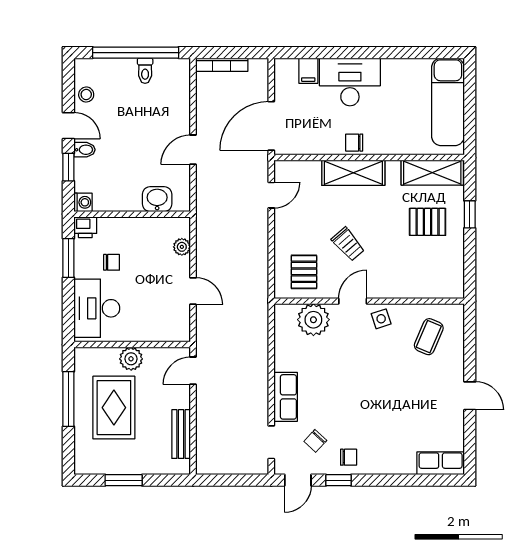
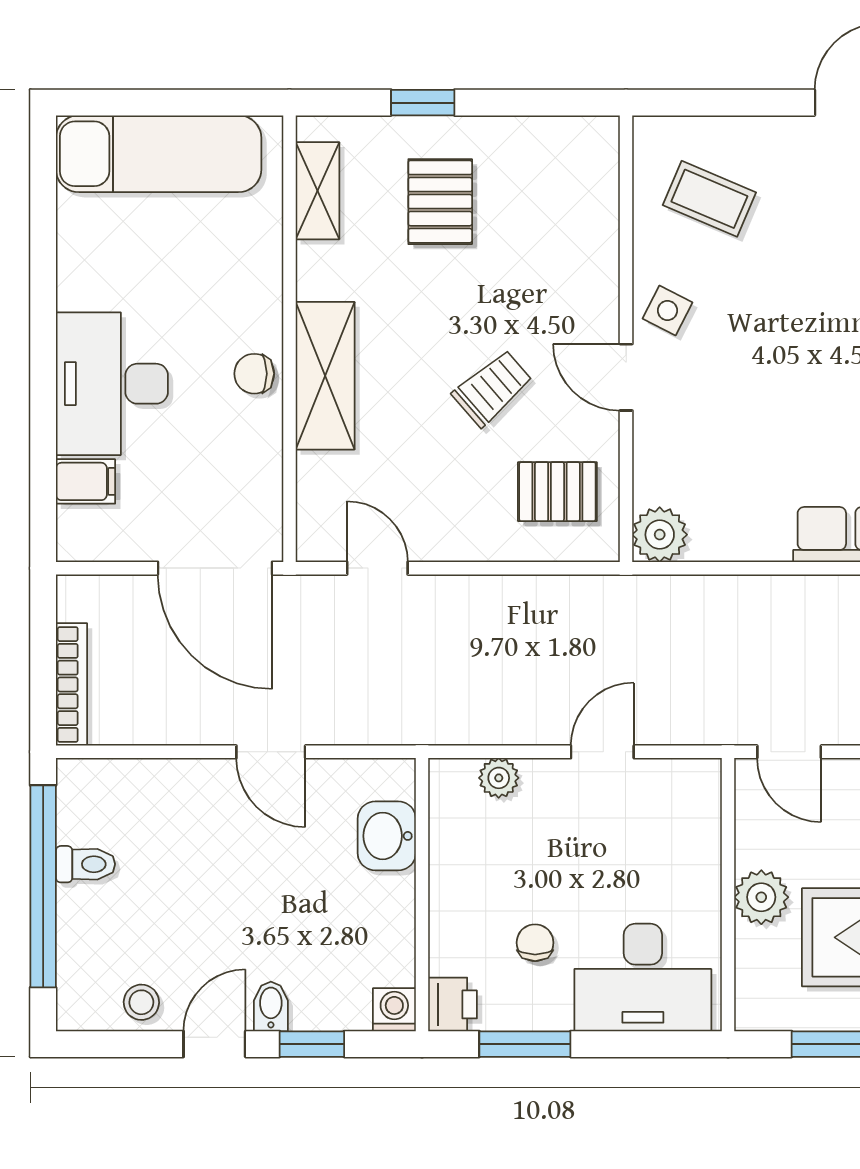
chair: (354, 143) -> (254, 374), turned 90
shelving: (432, 173) -> (317, 191), width x0.67, depth x0.75
side table: (381, 319) -> (667, 310), turned 45
plant: (313, 320) -> (660, 535), moved, width x0.73, depth x0.73

